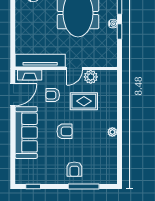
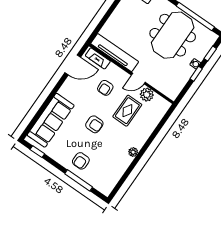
armchair: (53, 95) -> (105, 88), turned -92
rug: (84, 101) -> (127, 111), turned 90
sofa: (26, 133) -> (51, 120), moved

